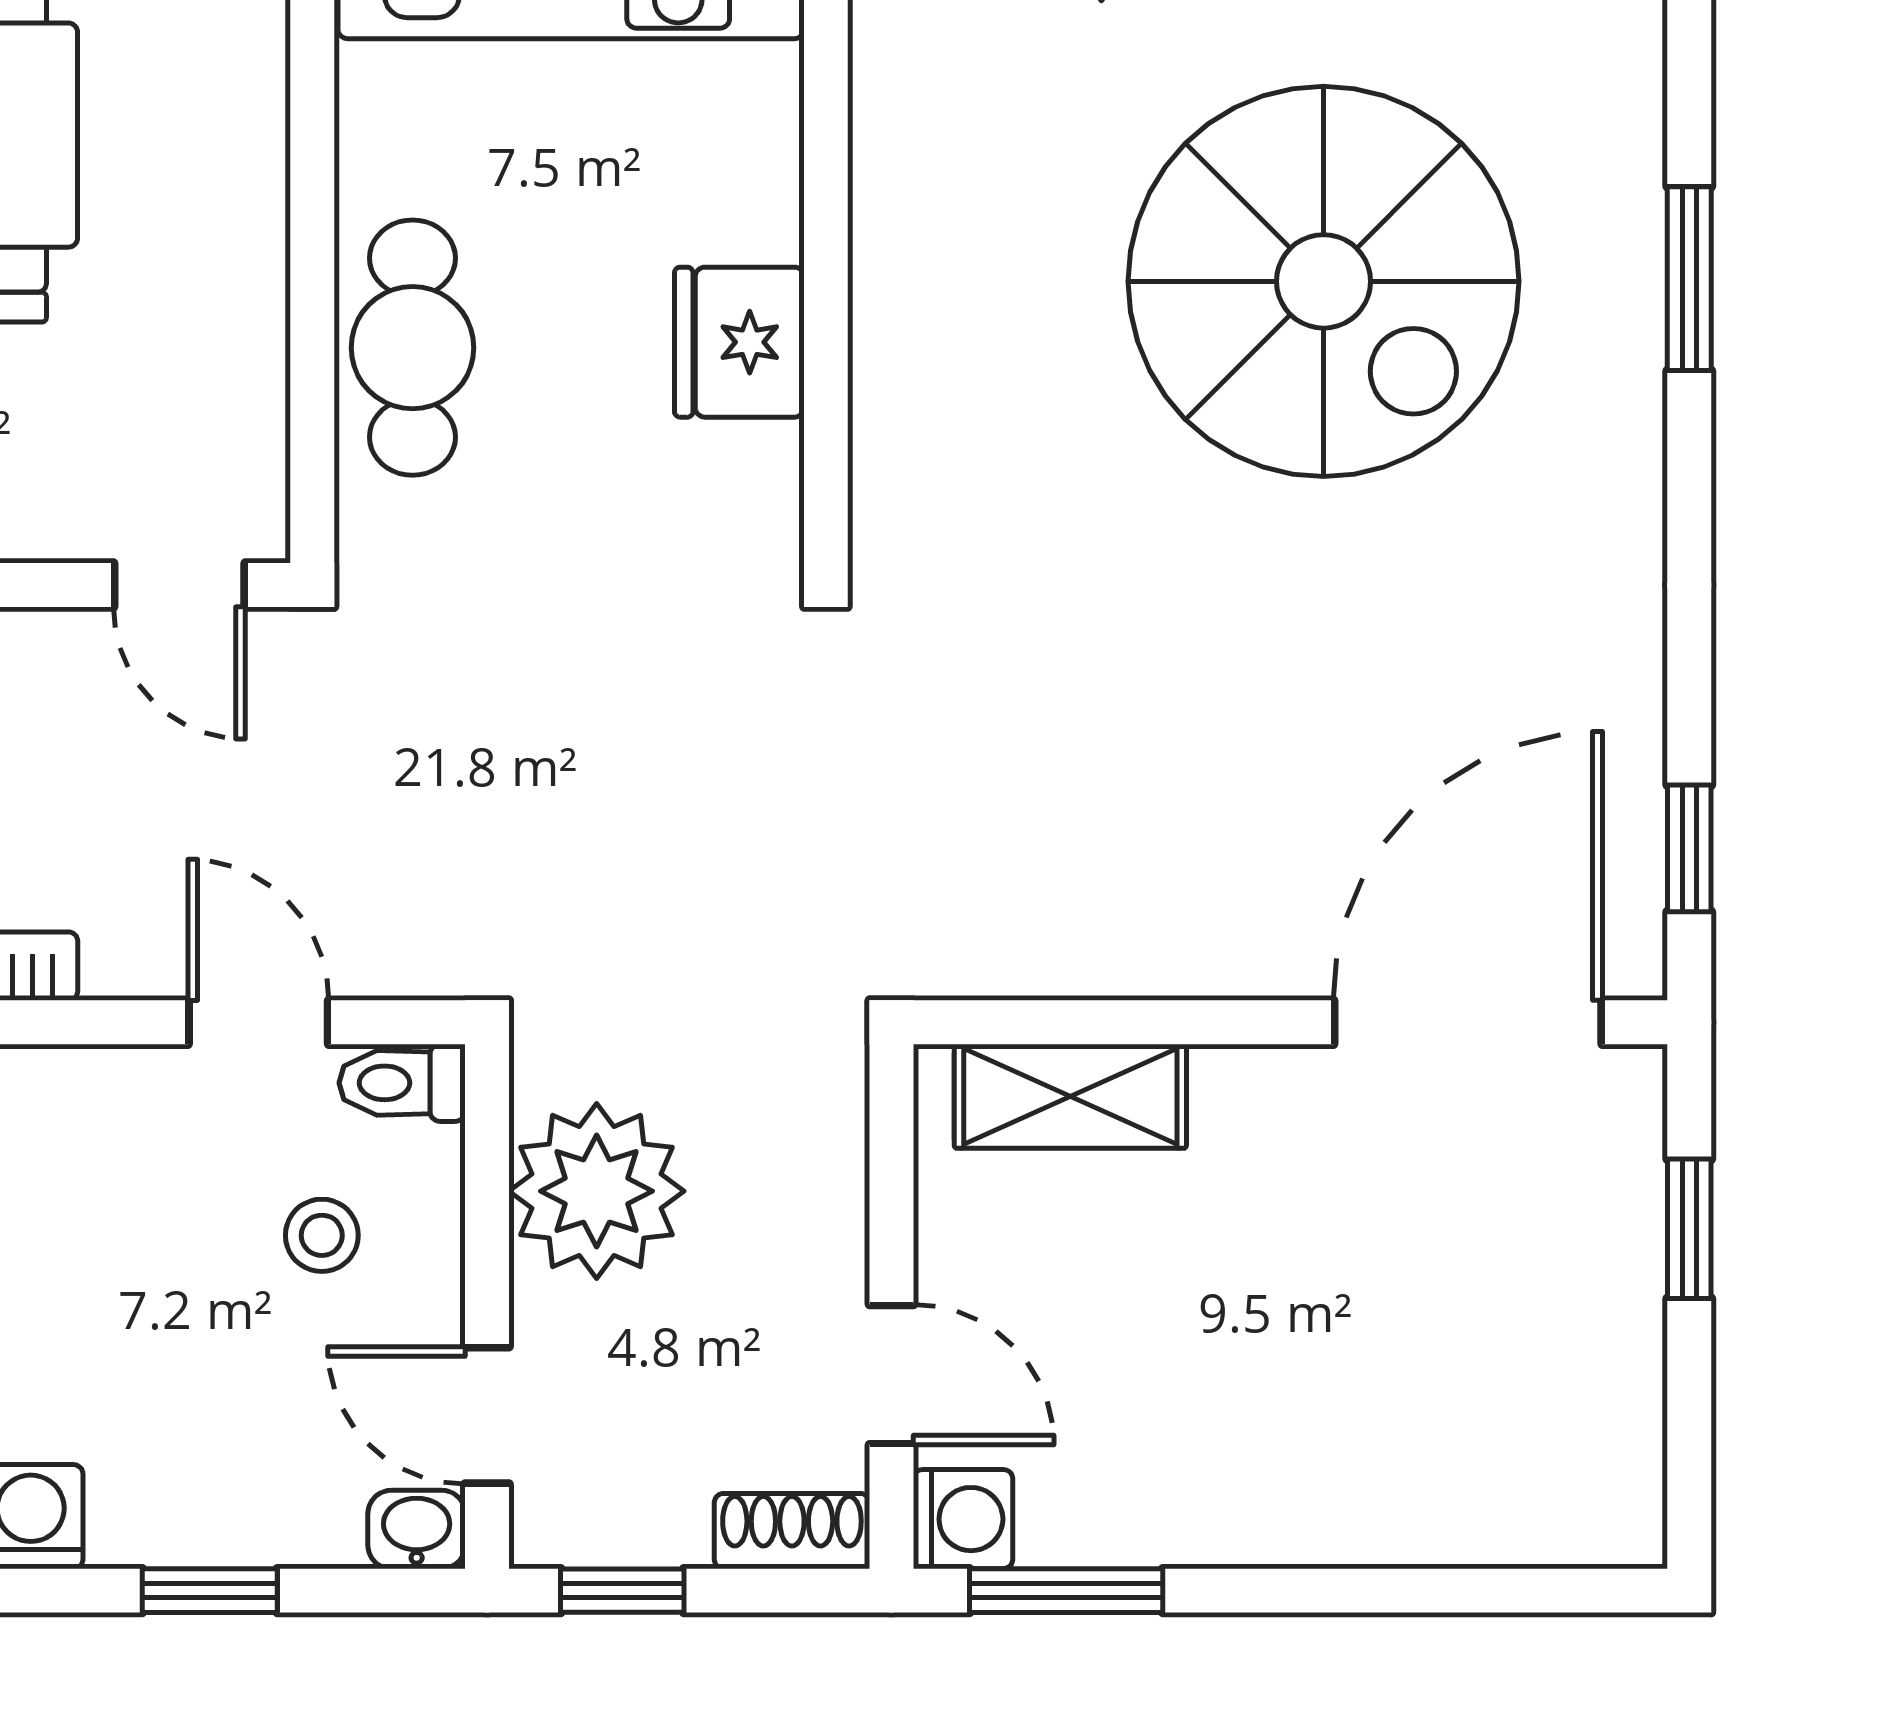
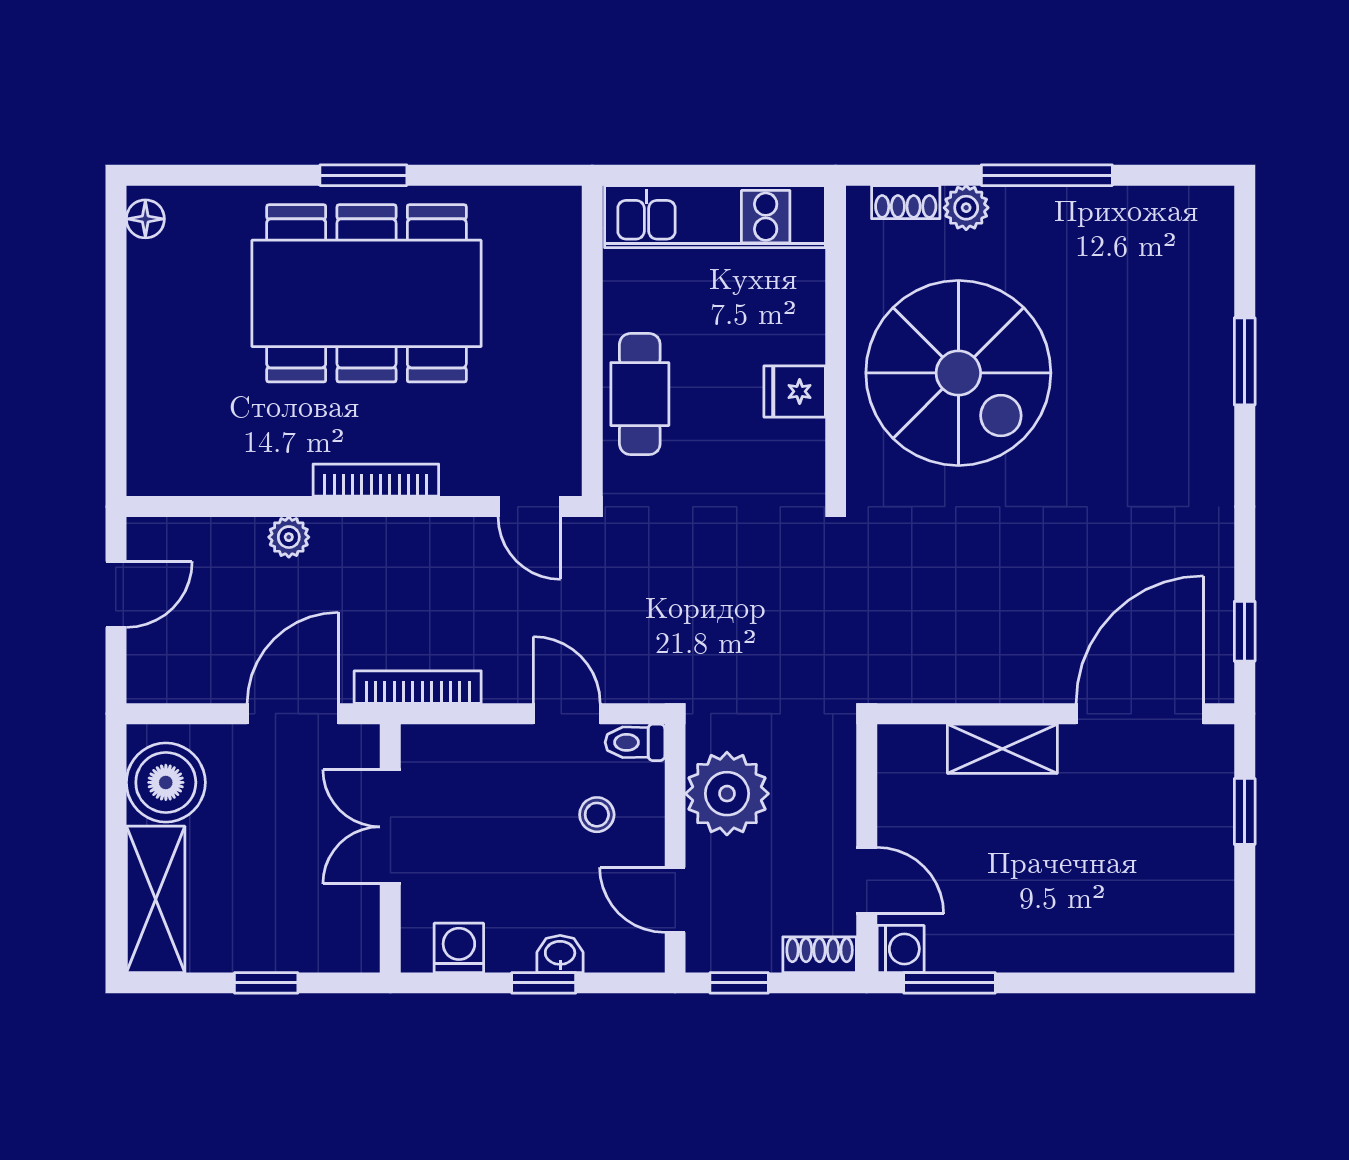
spiral stairs: (1324, 281) -> (958, 373), moved
fridge: (739, 342) -> (795, 391), width x0.72
shelving: (1070, 1096) -> (1002, 749), moved
washbasin: (417, 1529) -> (560, 954), moved

